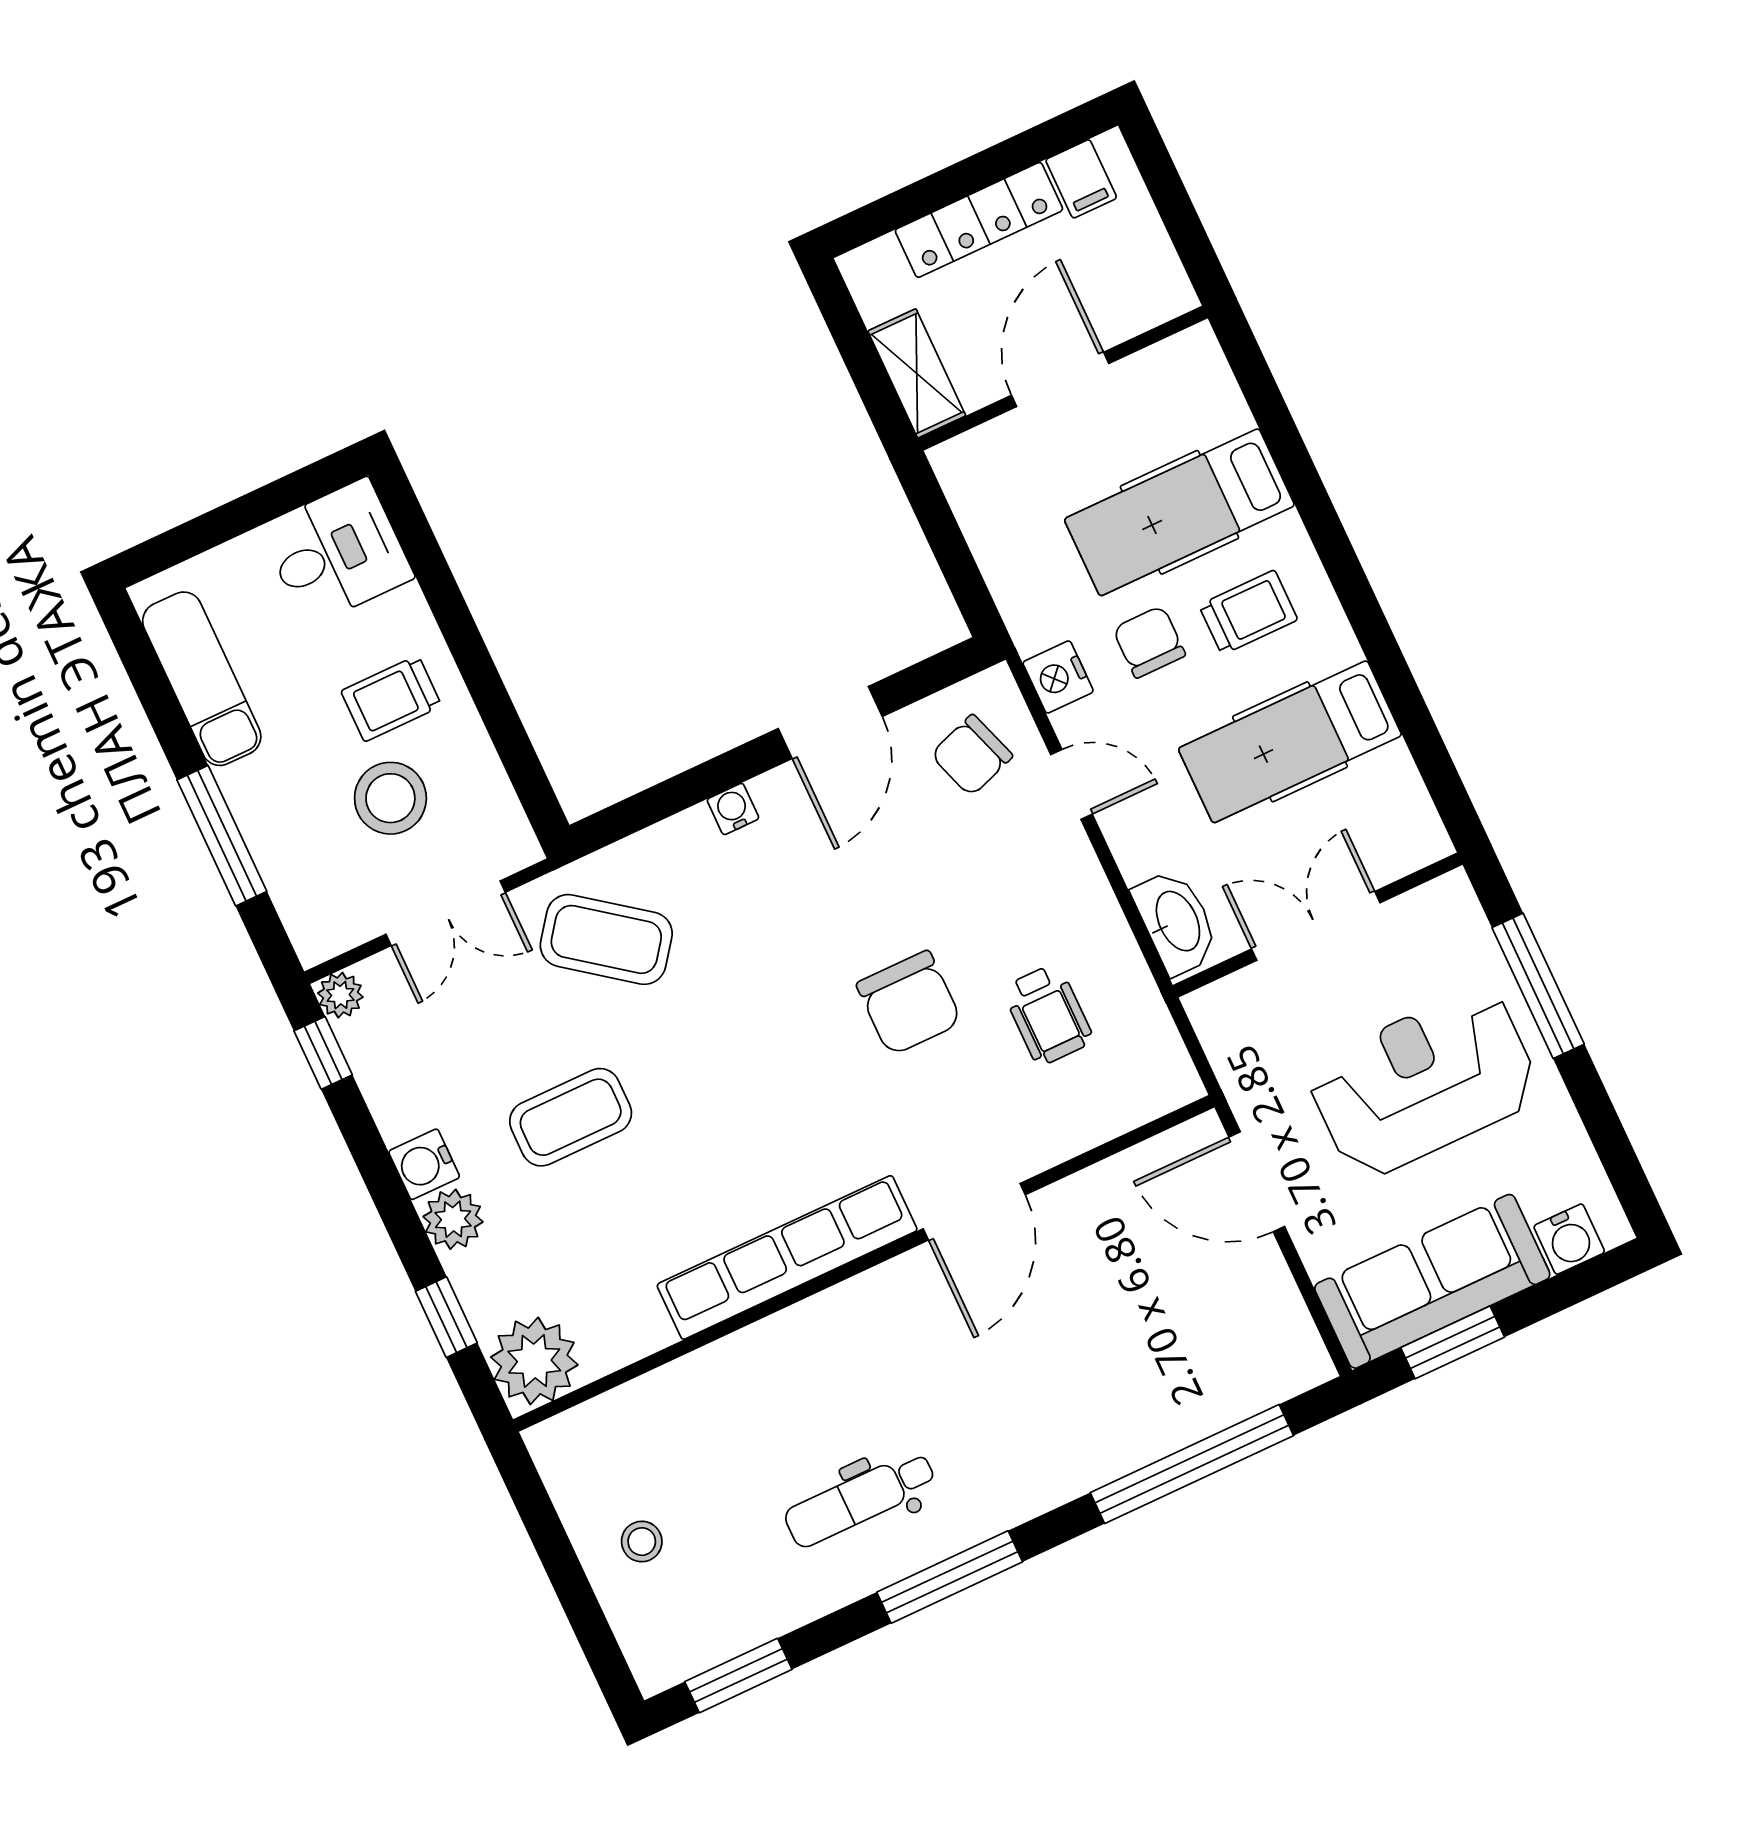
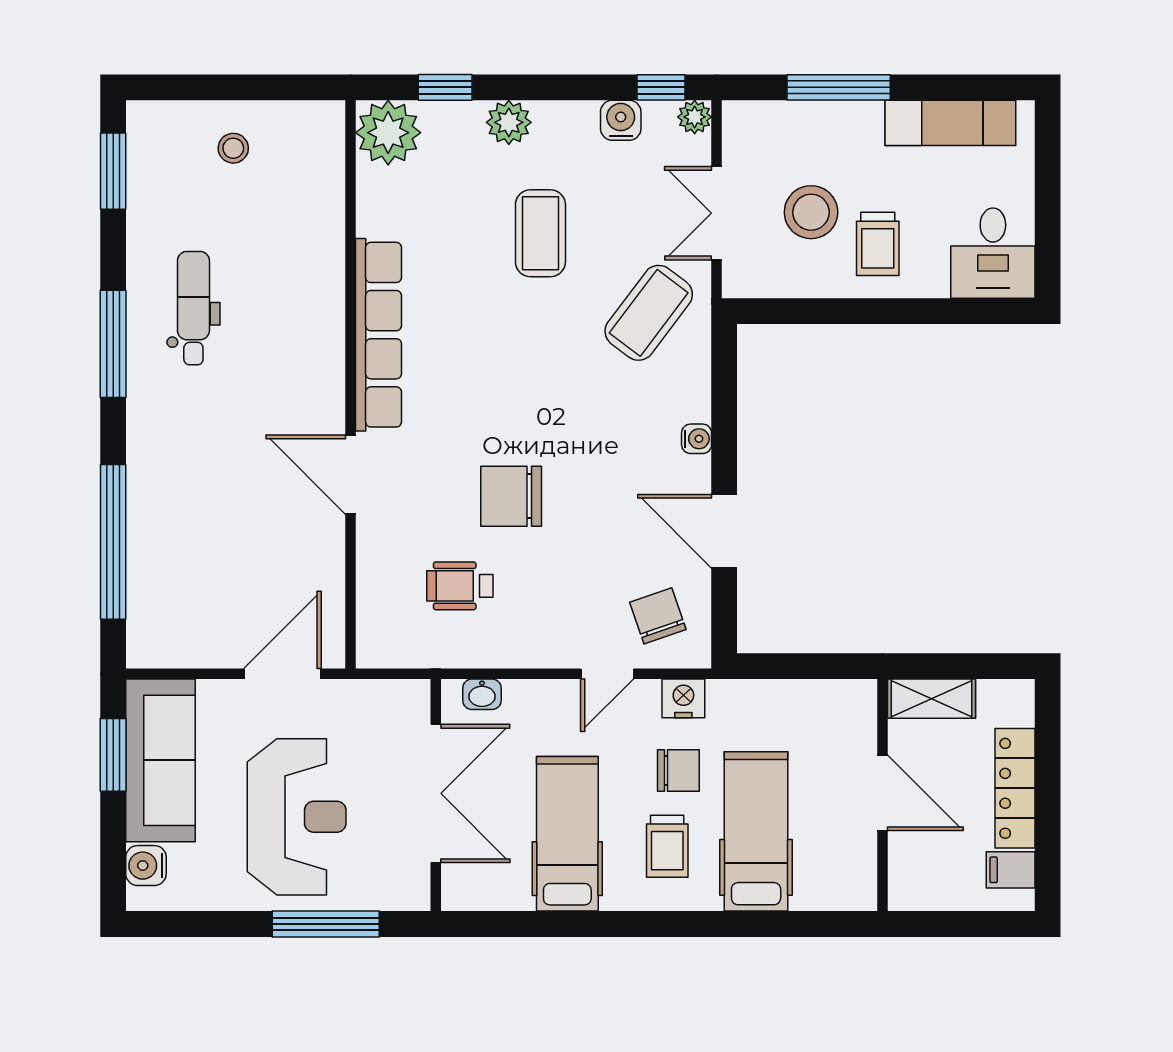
trolley: (391, 698) -> (878, 244), turned 180
washbasin: (1176, 922) -> (482, 694), width x0.52, depth x0.69
double door: (1316, 926) -> (436, 793), width x1.37
water cooler: (424, 1164) -> (621, 120), moved

